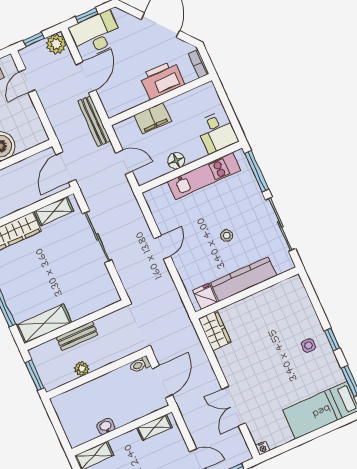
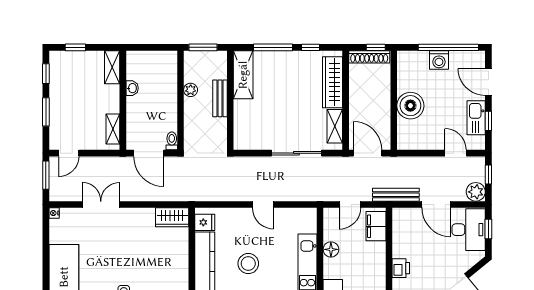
printer: (162, 80) -> (401, 268), width x0.53, depth x0.68
filing cabinet: (153, 118) -> (376, 226), moved
stool: (227, 236) -> (248, 264), width x1.89, depth x1.89

